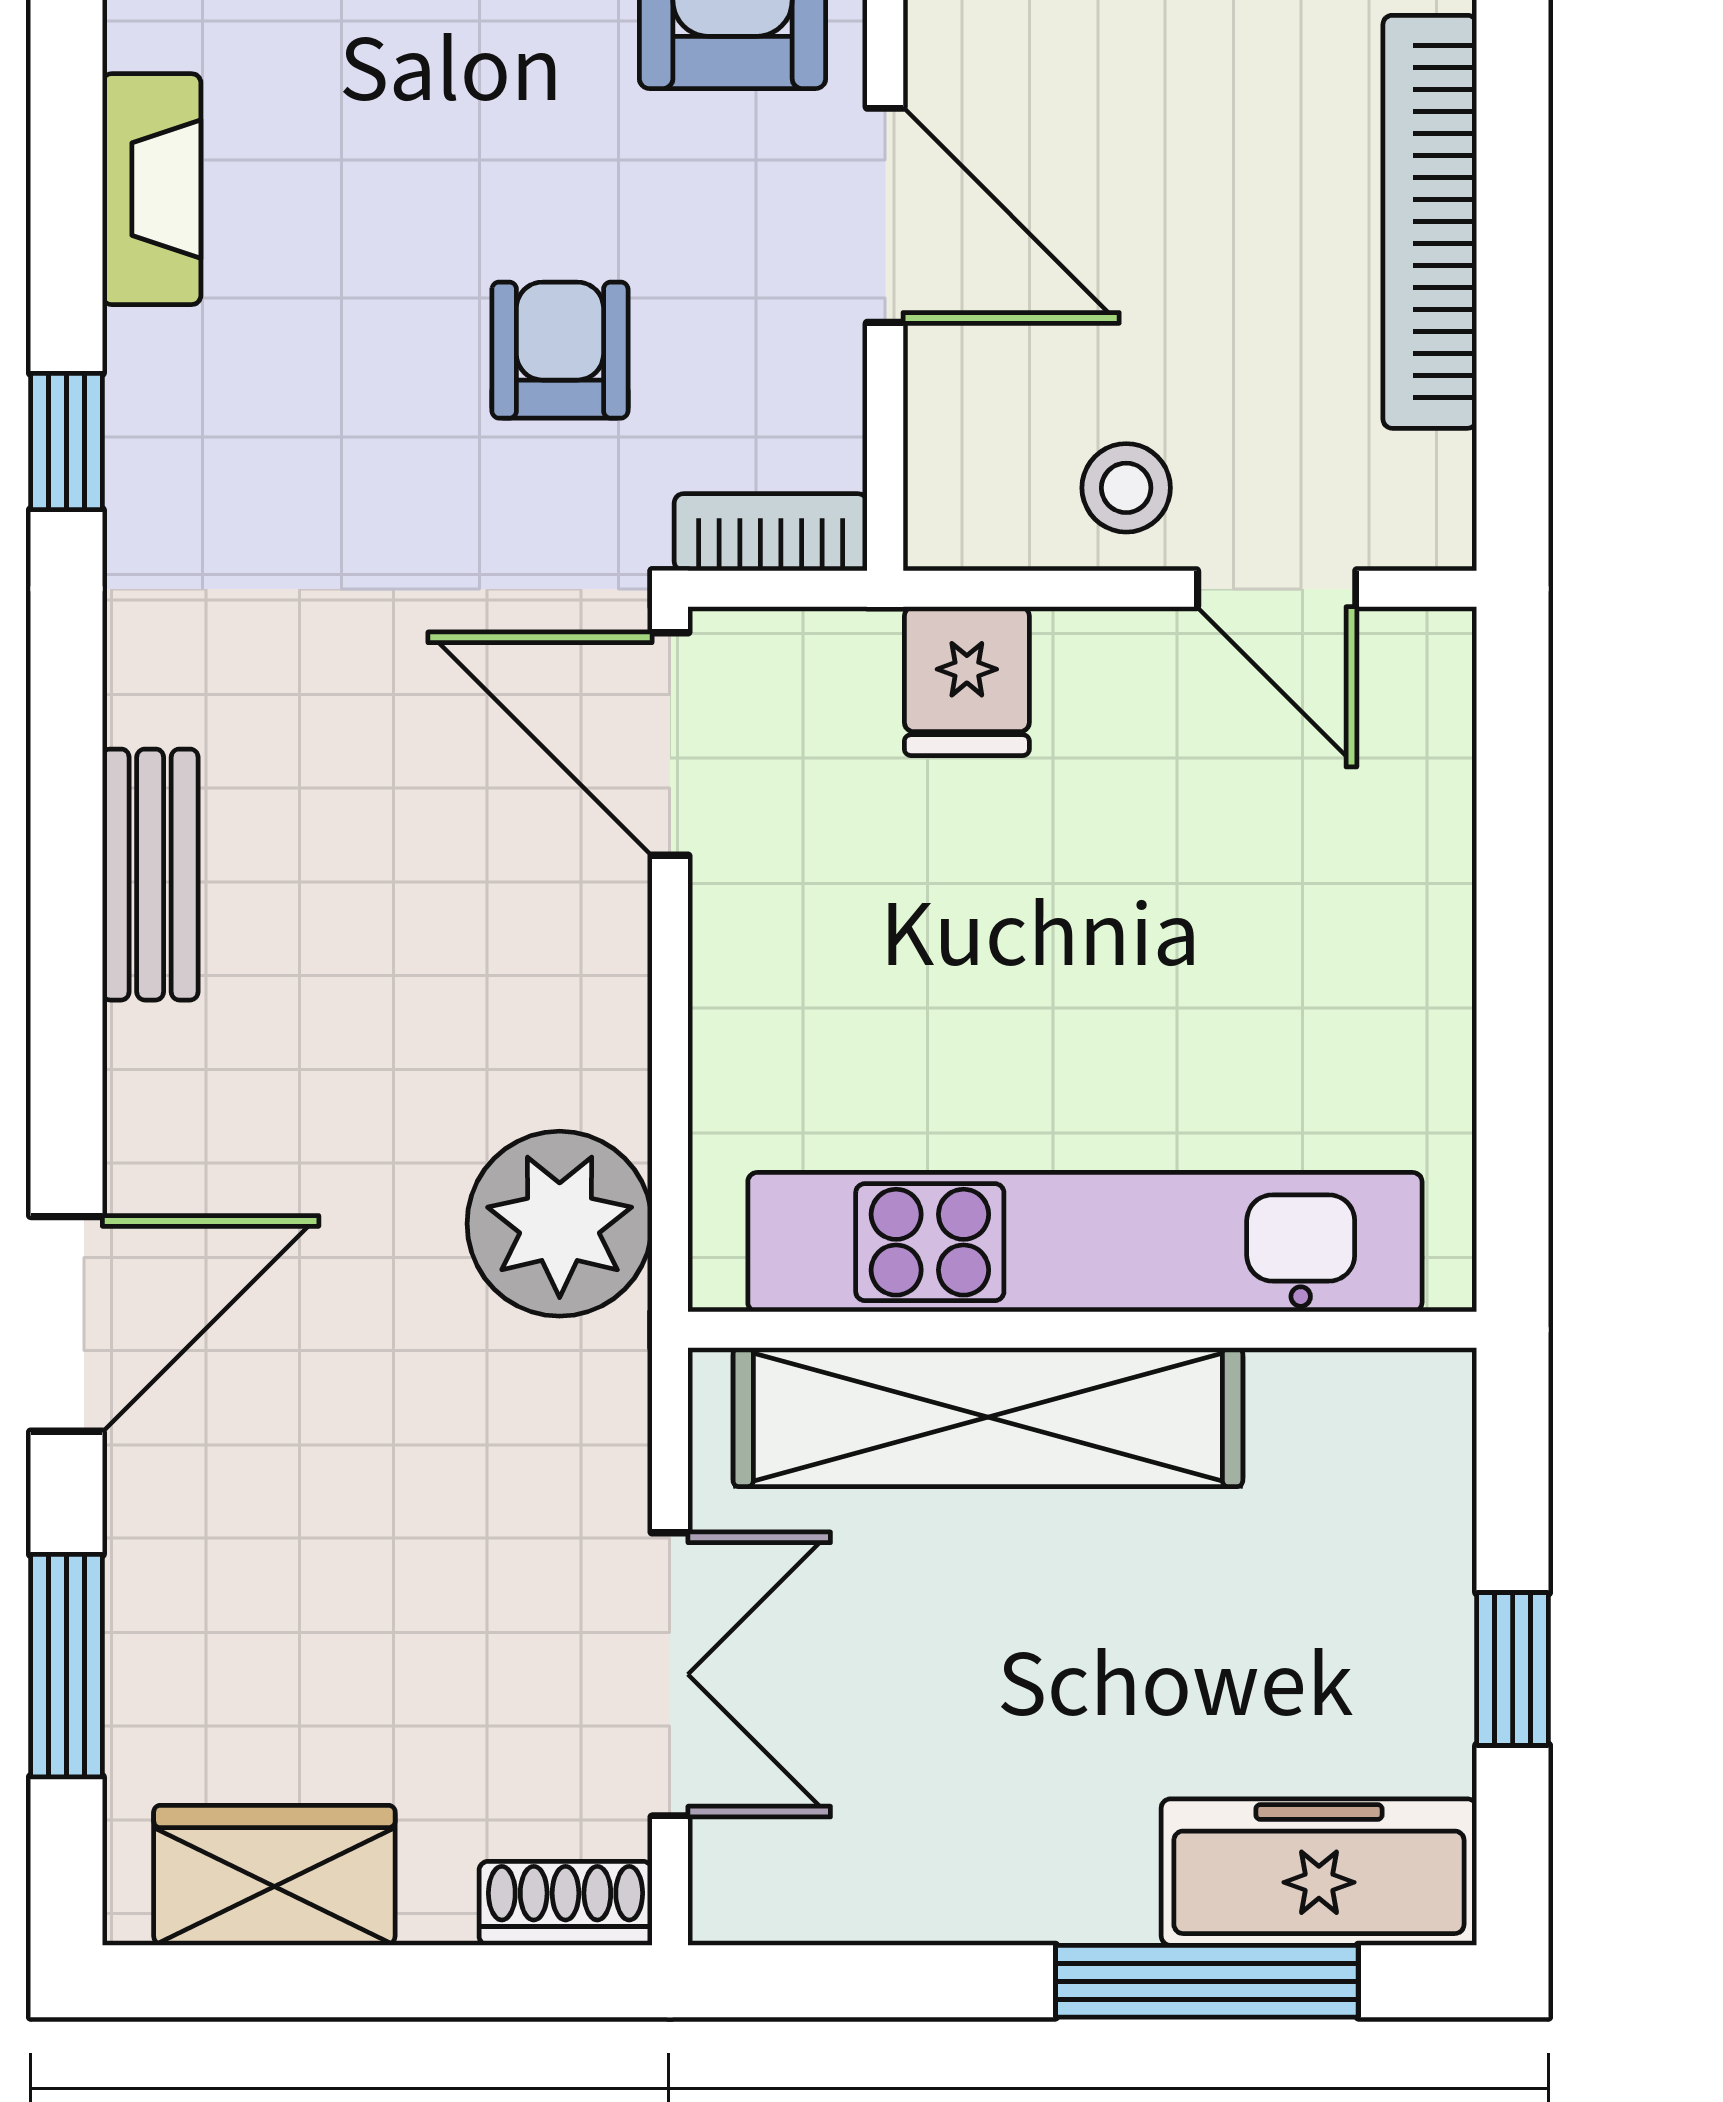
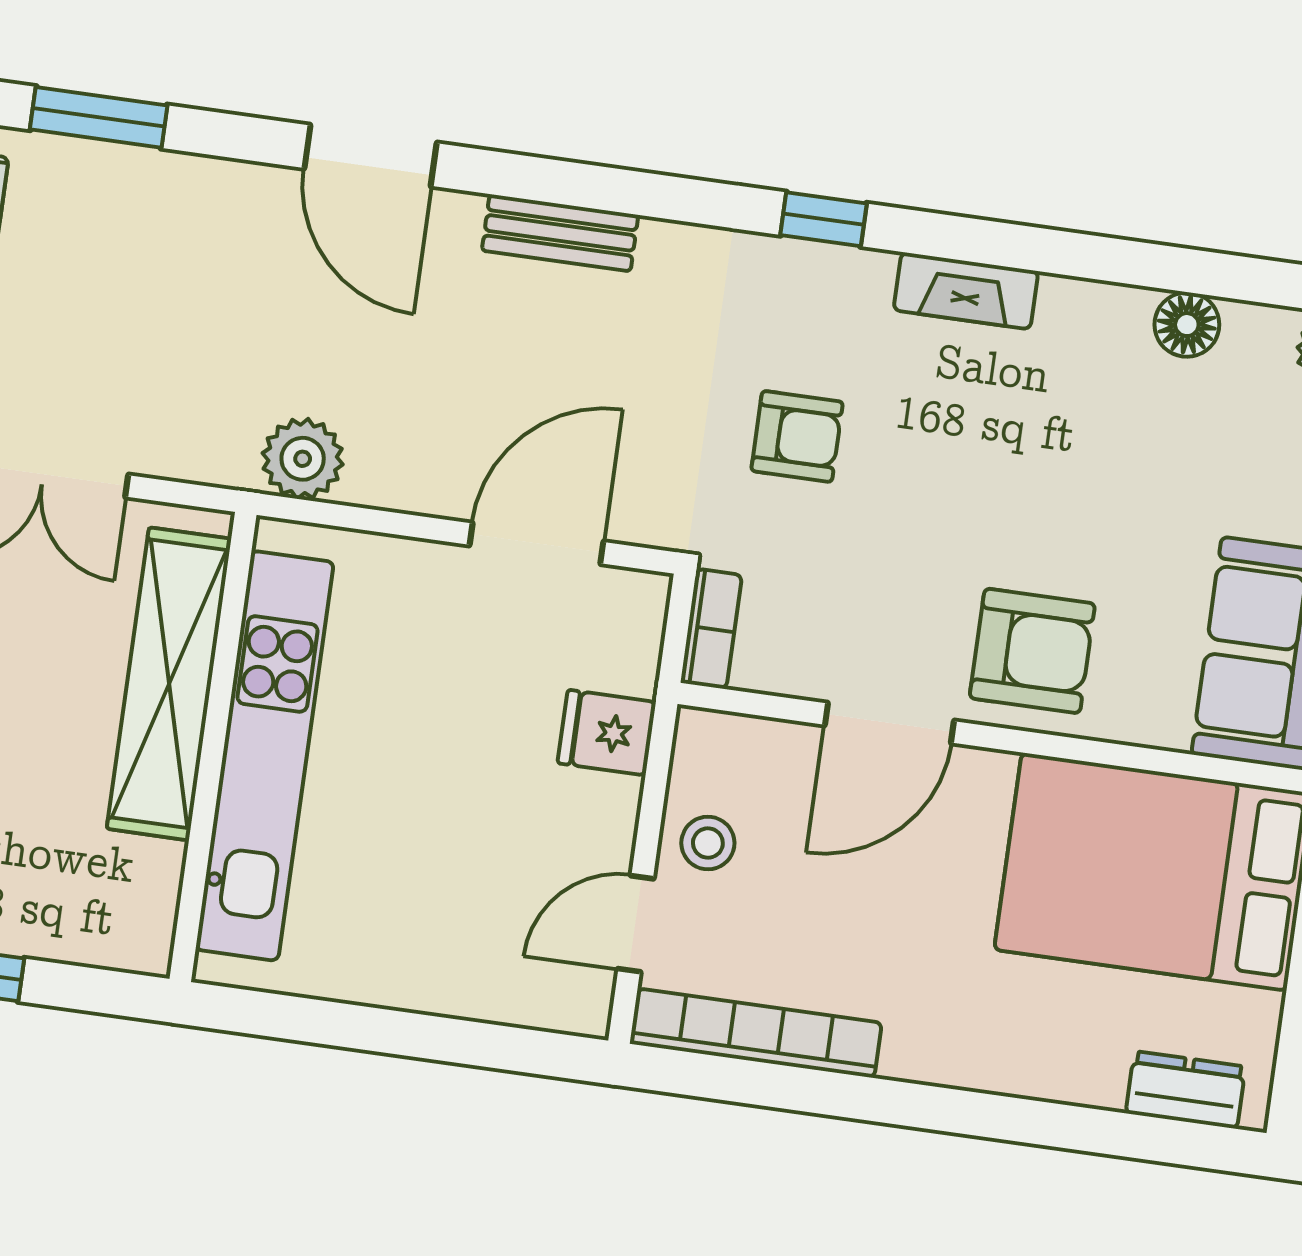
bookcase: (1430, 222) -> (756, 1033), moved
armchair: (560, 350) -> (797, 436), moved
door: (670, 744) -> (536, 543), moved
plant: (560, 1224) -> (303, 459), width x0.73, depth x0.73
door: (66, 1324) -> (371, 156), moved

